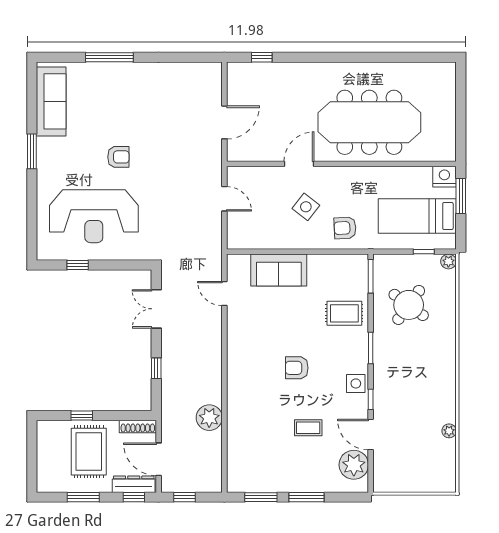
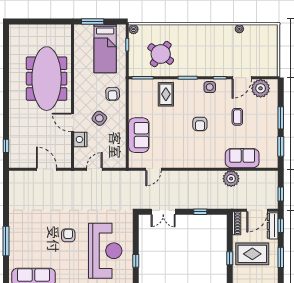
nightstand: (444, 177) -> (80, 139), moved
sofa: (242, 435) -> (242, 158), added

